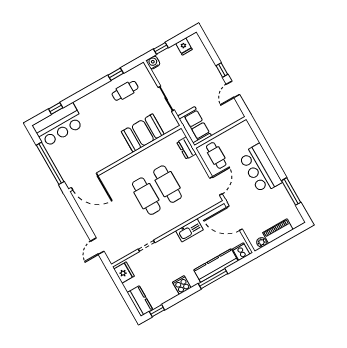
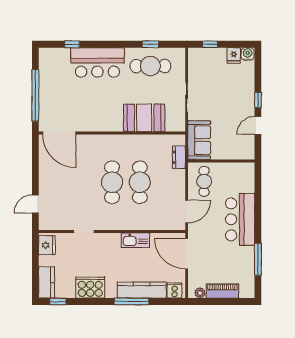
water cooler: (153, 62) -> (248, 54), moved
cafe table: (125, 91) -> (150, 66), width x1.37, depth x1.35
bar counter: (59, 125) -> (97, 62), moved
cooker: (182, 285) -> (90, 288), width x1.87, depth x1.31

